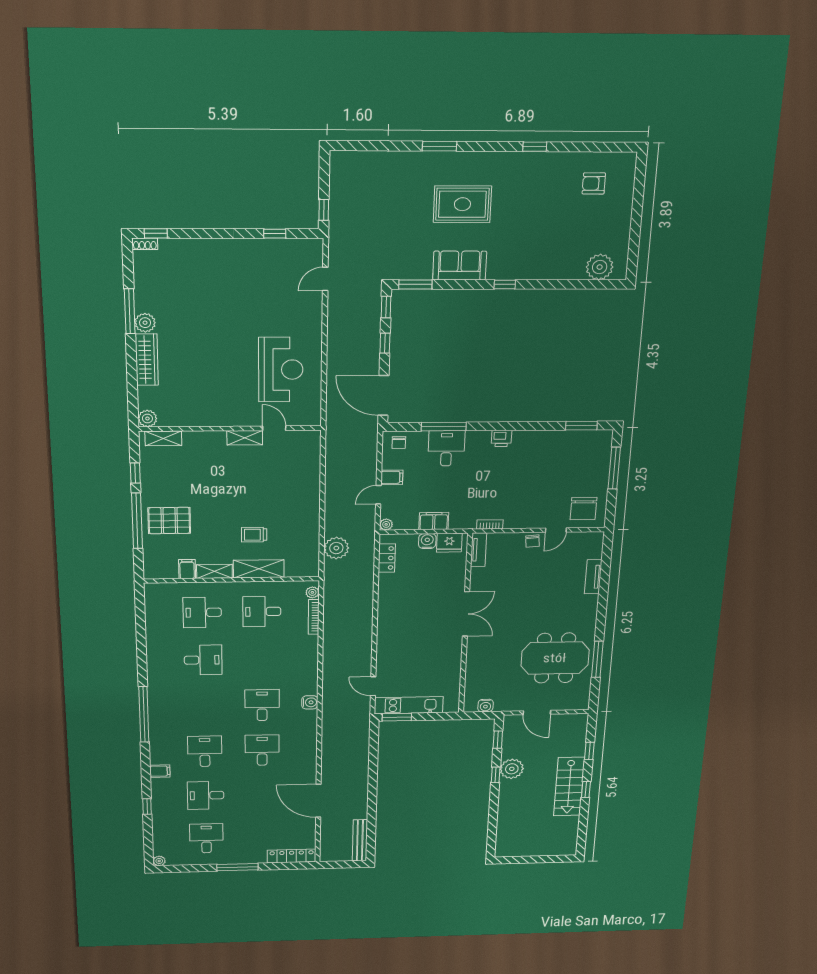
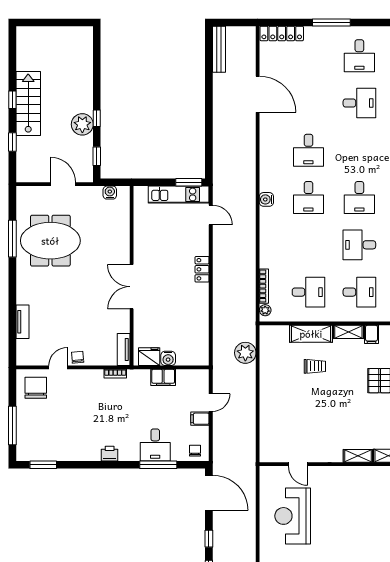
shelving: (245, 438) -> (358, 456), moved
plant: (386, 524) -> (204, 375), removed
locker: (387, 558) -> (202, 269), moved
desk: (205, 751) -> (359, 198), moved

